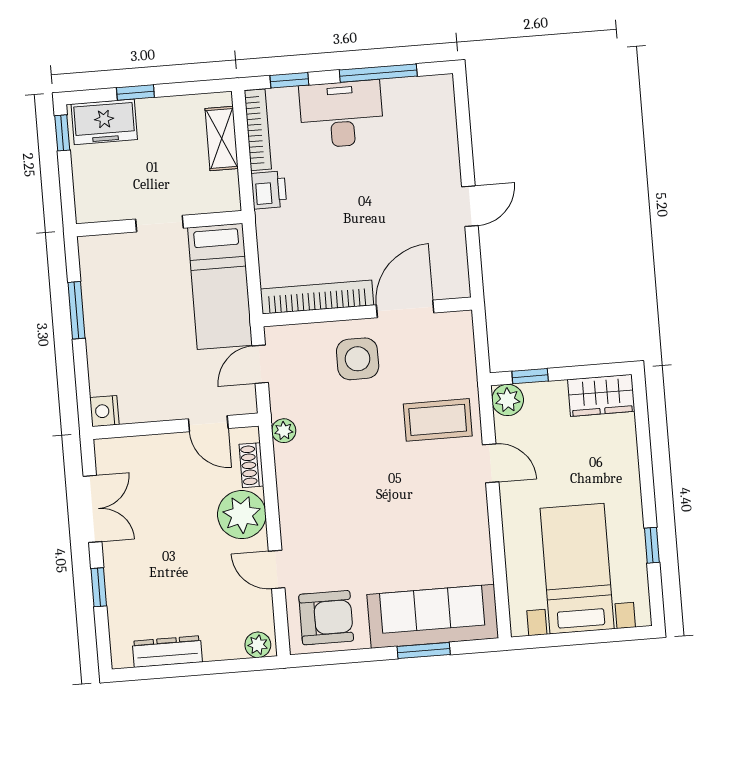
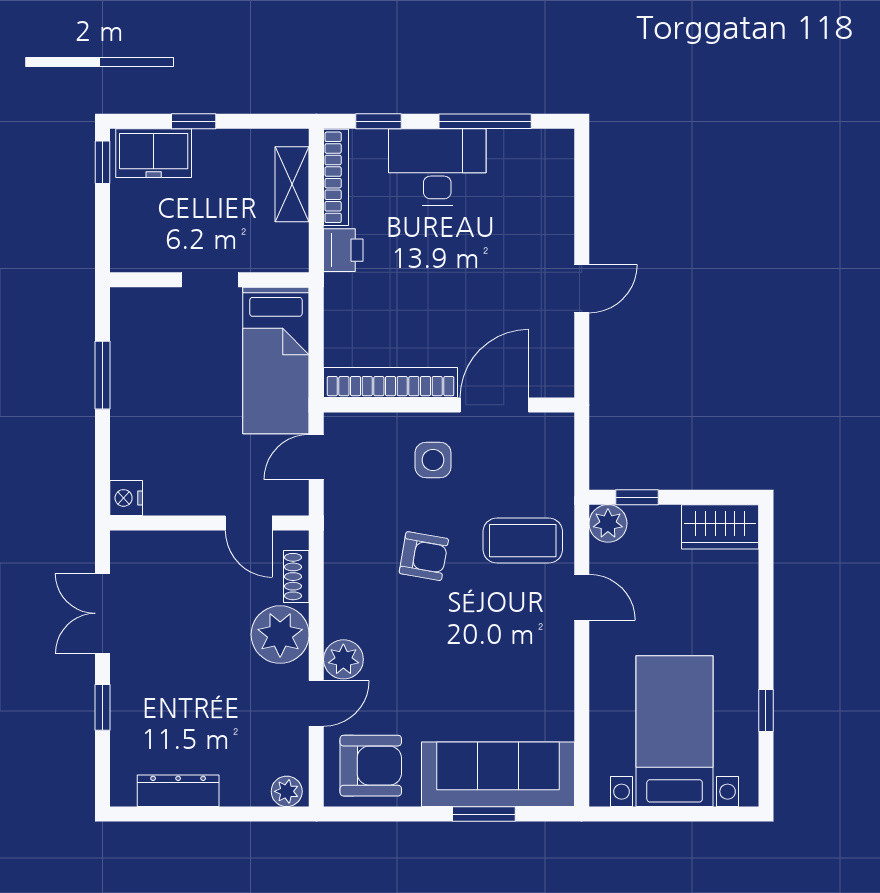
side table: (358, 359) -> (433, 460), width x0.73, depth x0.73
plant: (284, 431) -> (343, 659), moved, width x1.38, depth x1.38
armchair: (356, 439) -> (424, 556), added
double door: (93, 509) -> (103, 613), swing flipped
door: (277, 570) -> (316, 703), swing flipped

